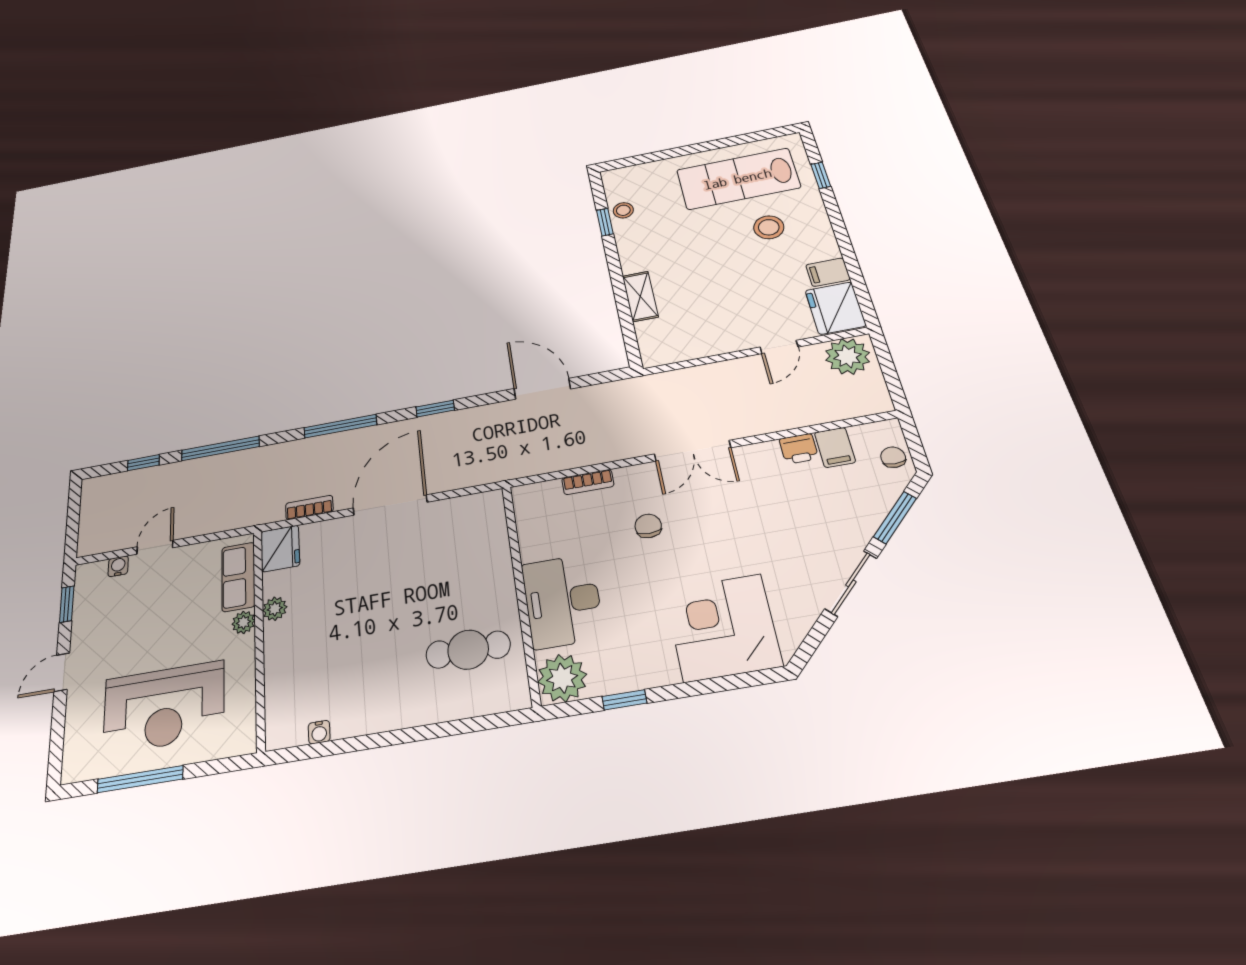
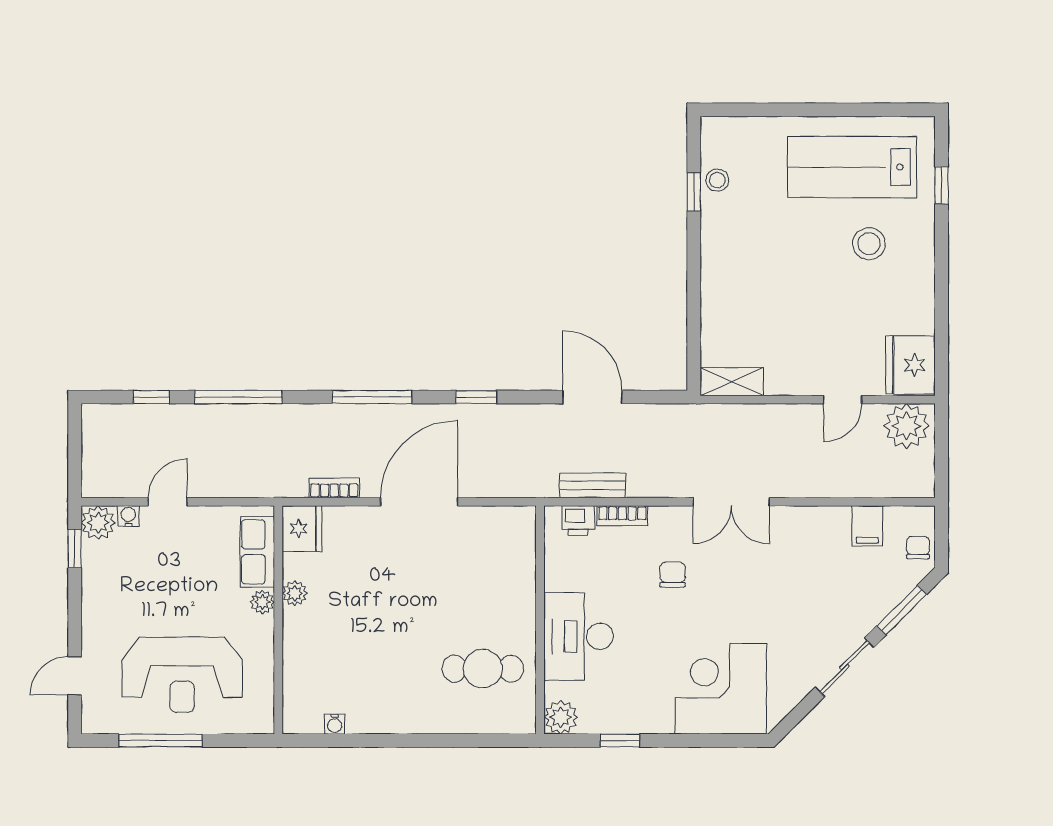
filing cabinet: (828, 272) -> (915, 318), removed
shelving: (640, 296) -> (732, 382), moved, turned 90
printer: (799, 449) -> (578, 520), moved
bench: (554, 461) -> (593, 485), added
plant: (90, 577) -> (98, 523), added
door: (62, 672) -> (75, 676), moved
plant: (562, 678) -> (561, 717), width x0.73, depth x0.73

